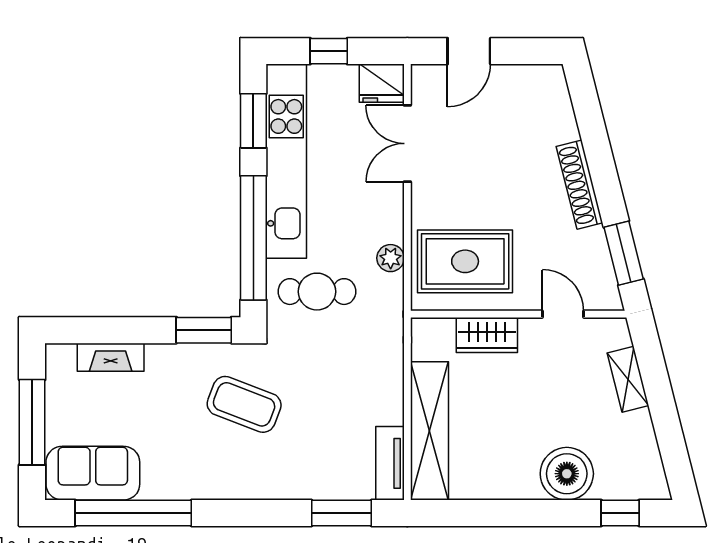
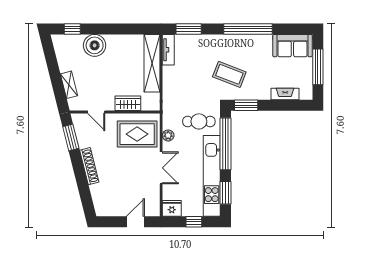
double door: (407, 144) -> (161, 168), moved
window: (133, 513) -> (248, 29), moved

